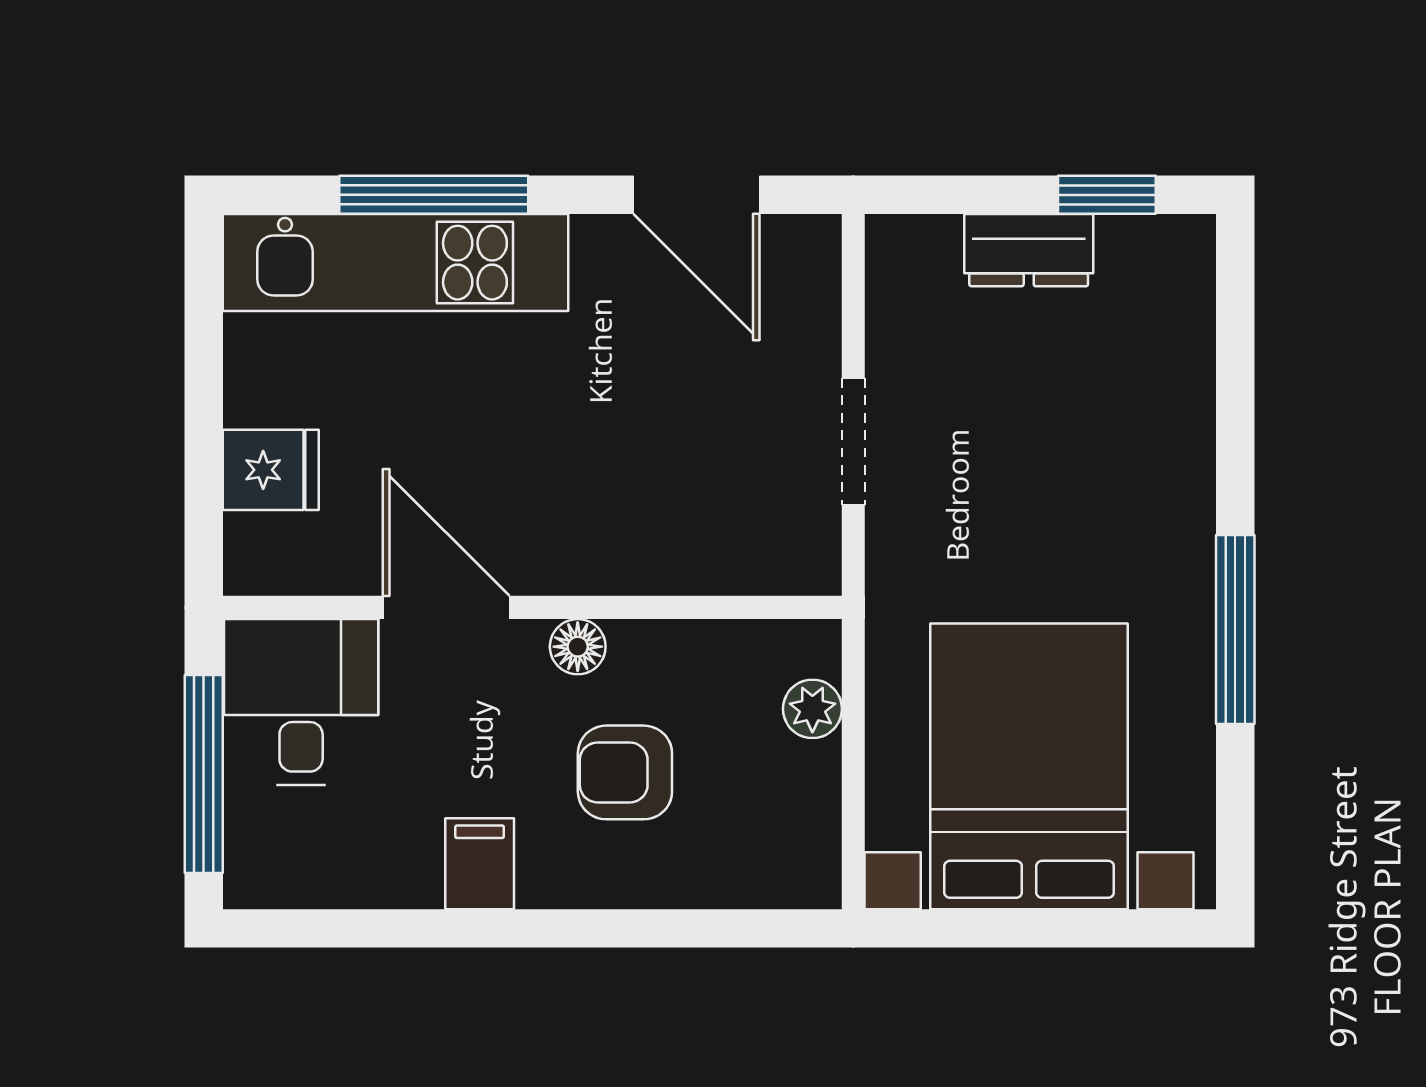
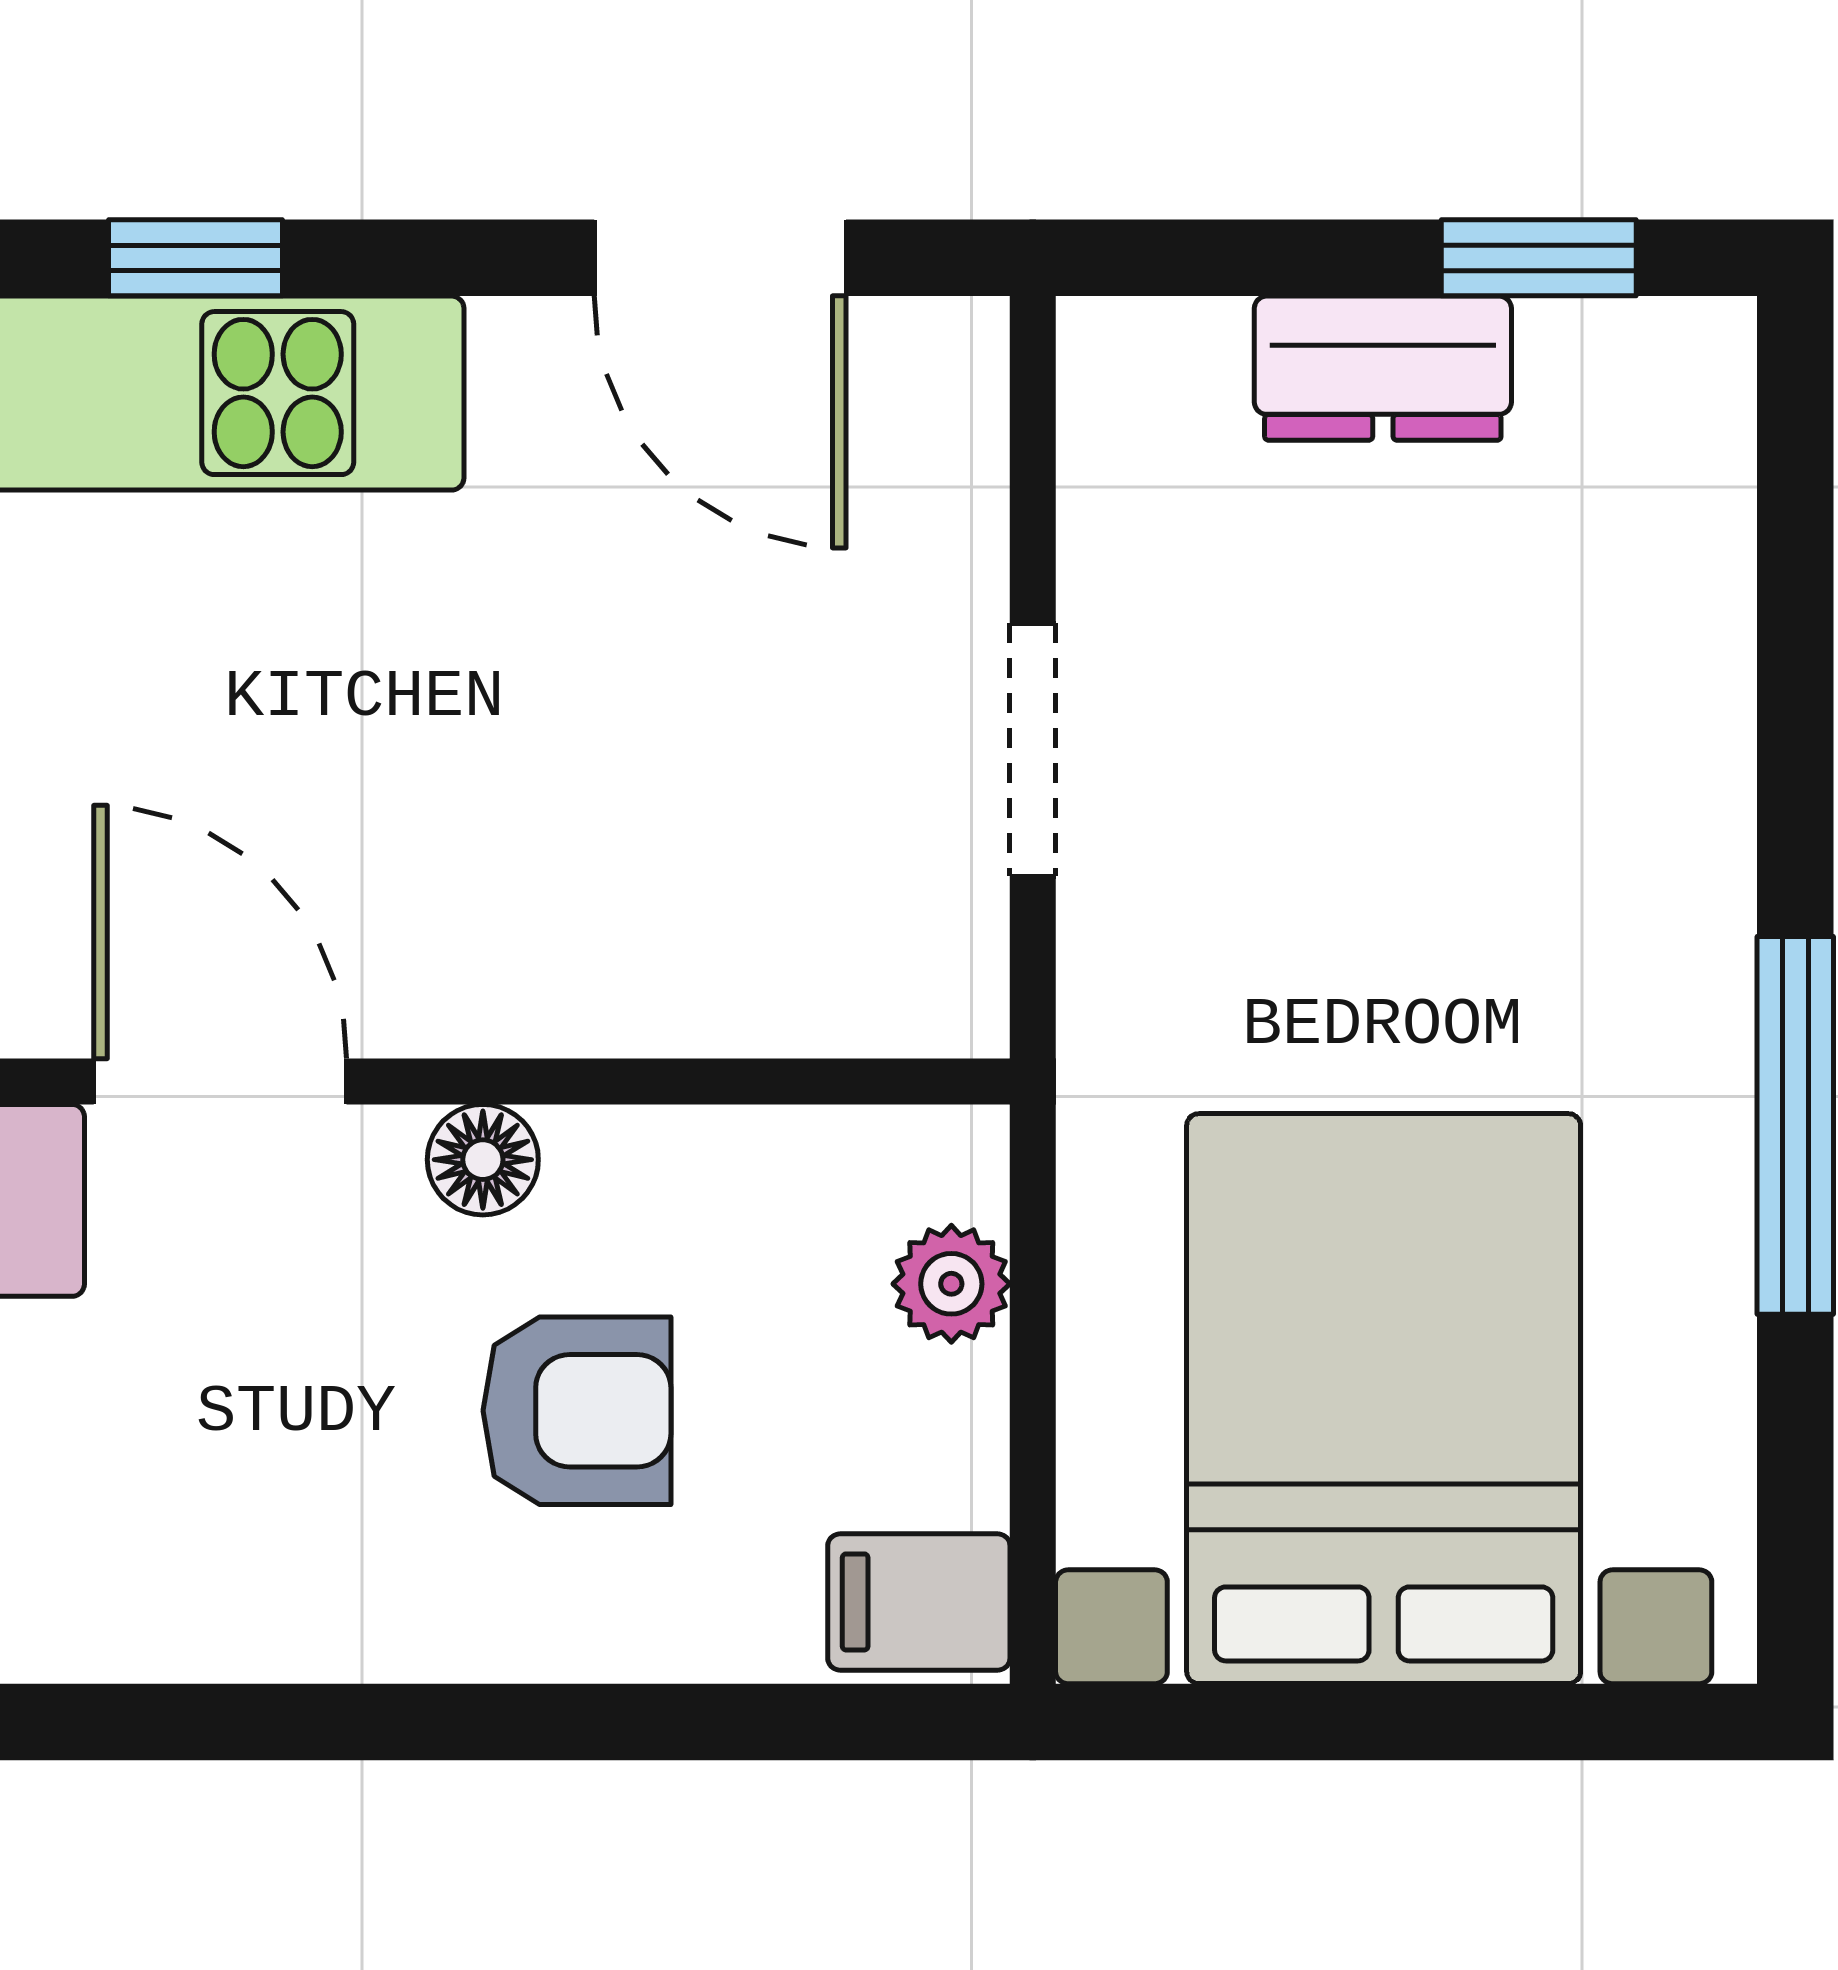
window: (434, 195) -> (195, 258), width x0.46
armchair: (625, 772) -> (577, 1411), turned 180
filing cabinet: (480, 864) -> (919, 1602), moved, turned -90

